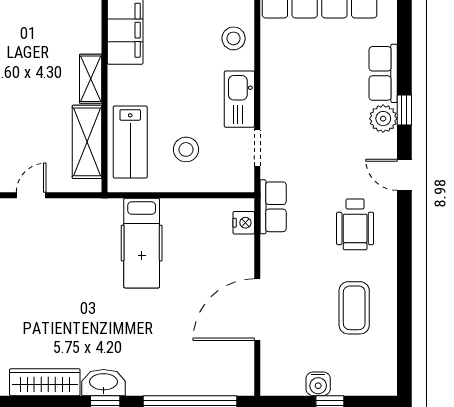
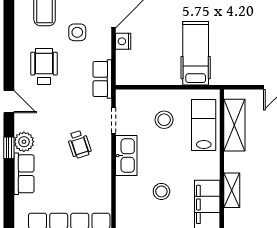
stool: (234, 38) -> (161, 191), moved
shelving: (91, 79) -> (232, 190), moved
wheelchair: (305, 115) -> (79, 144), added
nightstand: (244, 223) -> (123, 41), moved
side table: (308, 273) -> (77, 32), added

